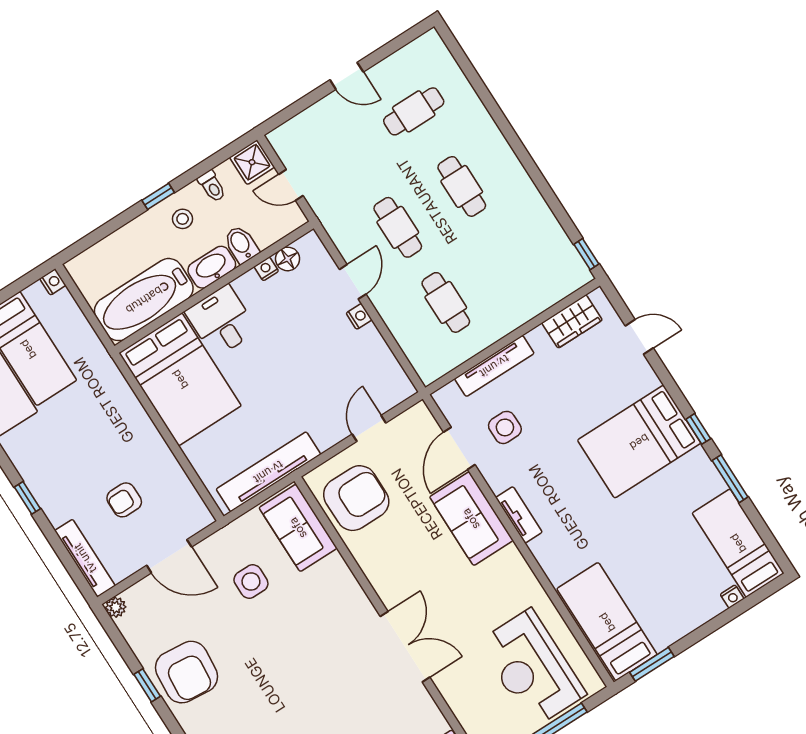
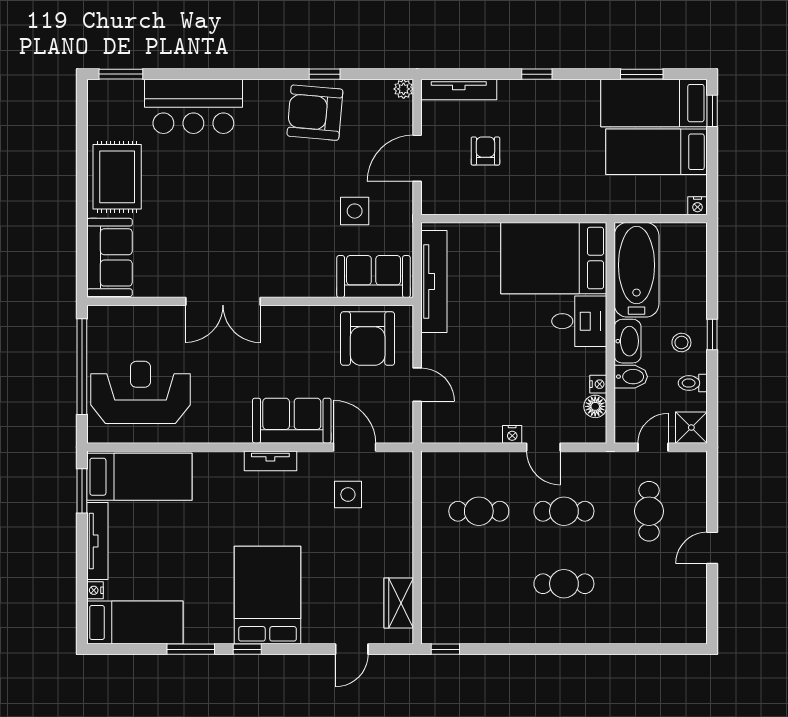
cafe table: (414, 111) -> (649, 511), moved
tv unit: (494, 366) -> (97, 541), moved, turned 180

